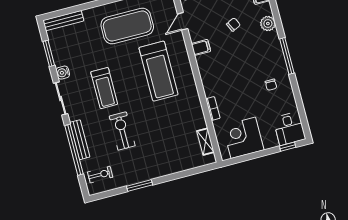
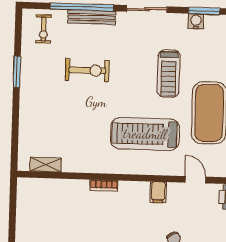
water cooler: (63, 73) -> (196, 21), moved
treadmill: (104, 88) -> (169, 74), moved, turned -90
bookcase: (213, 108) -> (104, 186), moved
corner desk: (243, 138) -> (37, 210), removed

